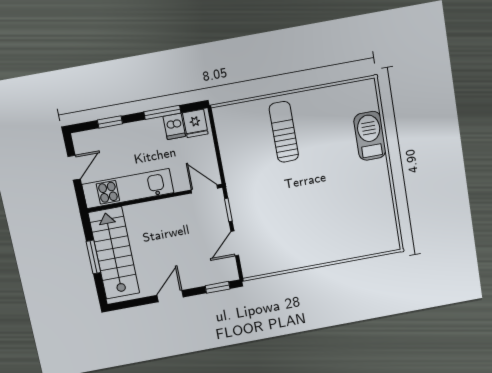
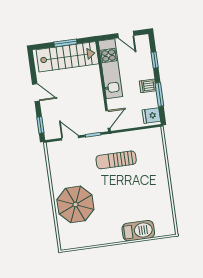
dishwasher: (174, 126) -> (148, 86), moved
sun lounger: (284, 132) -> (116, 160), moved, turned 180
parasol: (333, 231) -> (75, 204), added

